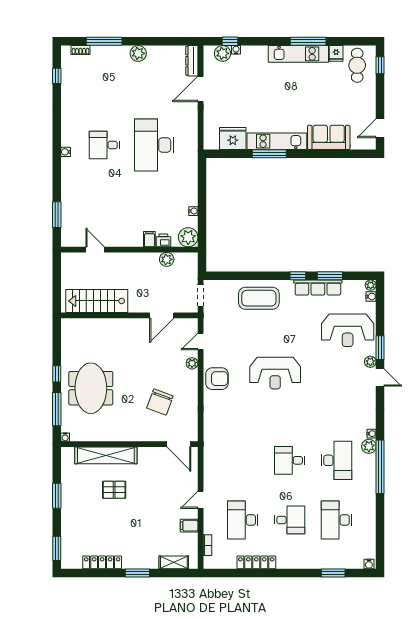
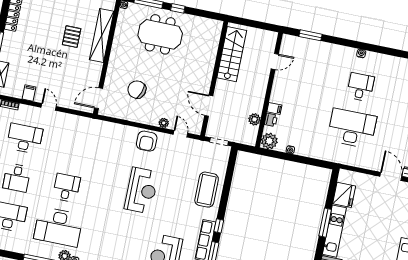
reception desk: (275, 373) -> (141, 190), turned 180
desk: (337, 460) -> (58, 227), width x1.36, depth x1.30

